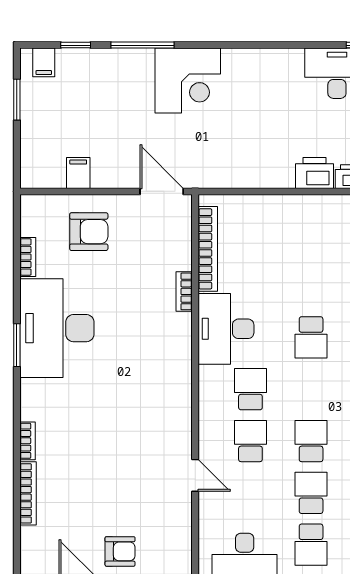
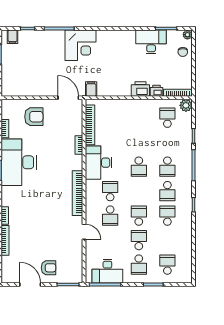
filing cabinet: (78, 173) -> (91, 89), moved
bookcase: (181, 394) -> (78, 193), added
school desk: (250, 441) -> (110, 216), turned 180

